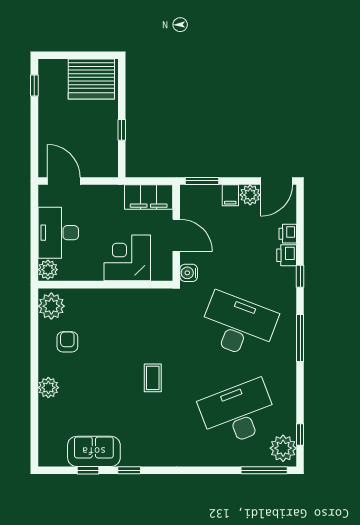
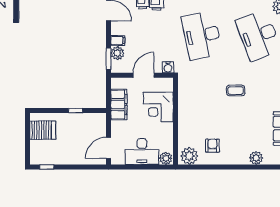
server rack: (91, 79) -> (43, 130), width x0.62
plant: (250, 195) -> (117, 53), moved
filing cabinet: (149, 197) -> (119, 104), moved
desk: (238, 326) -> (202, 35), turned -33
armchair: (67, 342) -> (212, 146), turned 90
plant: (48, 388) -> (256, 158), moved

